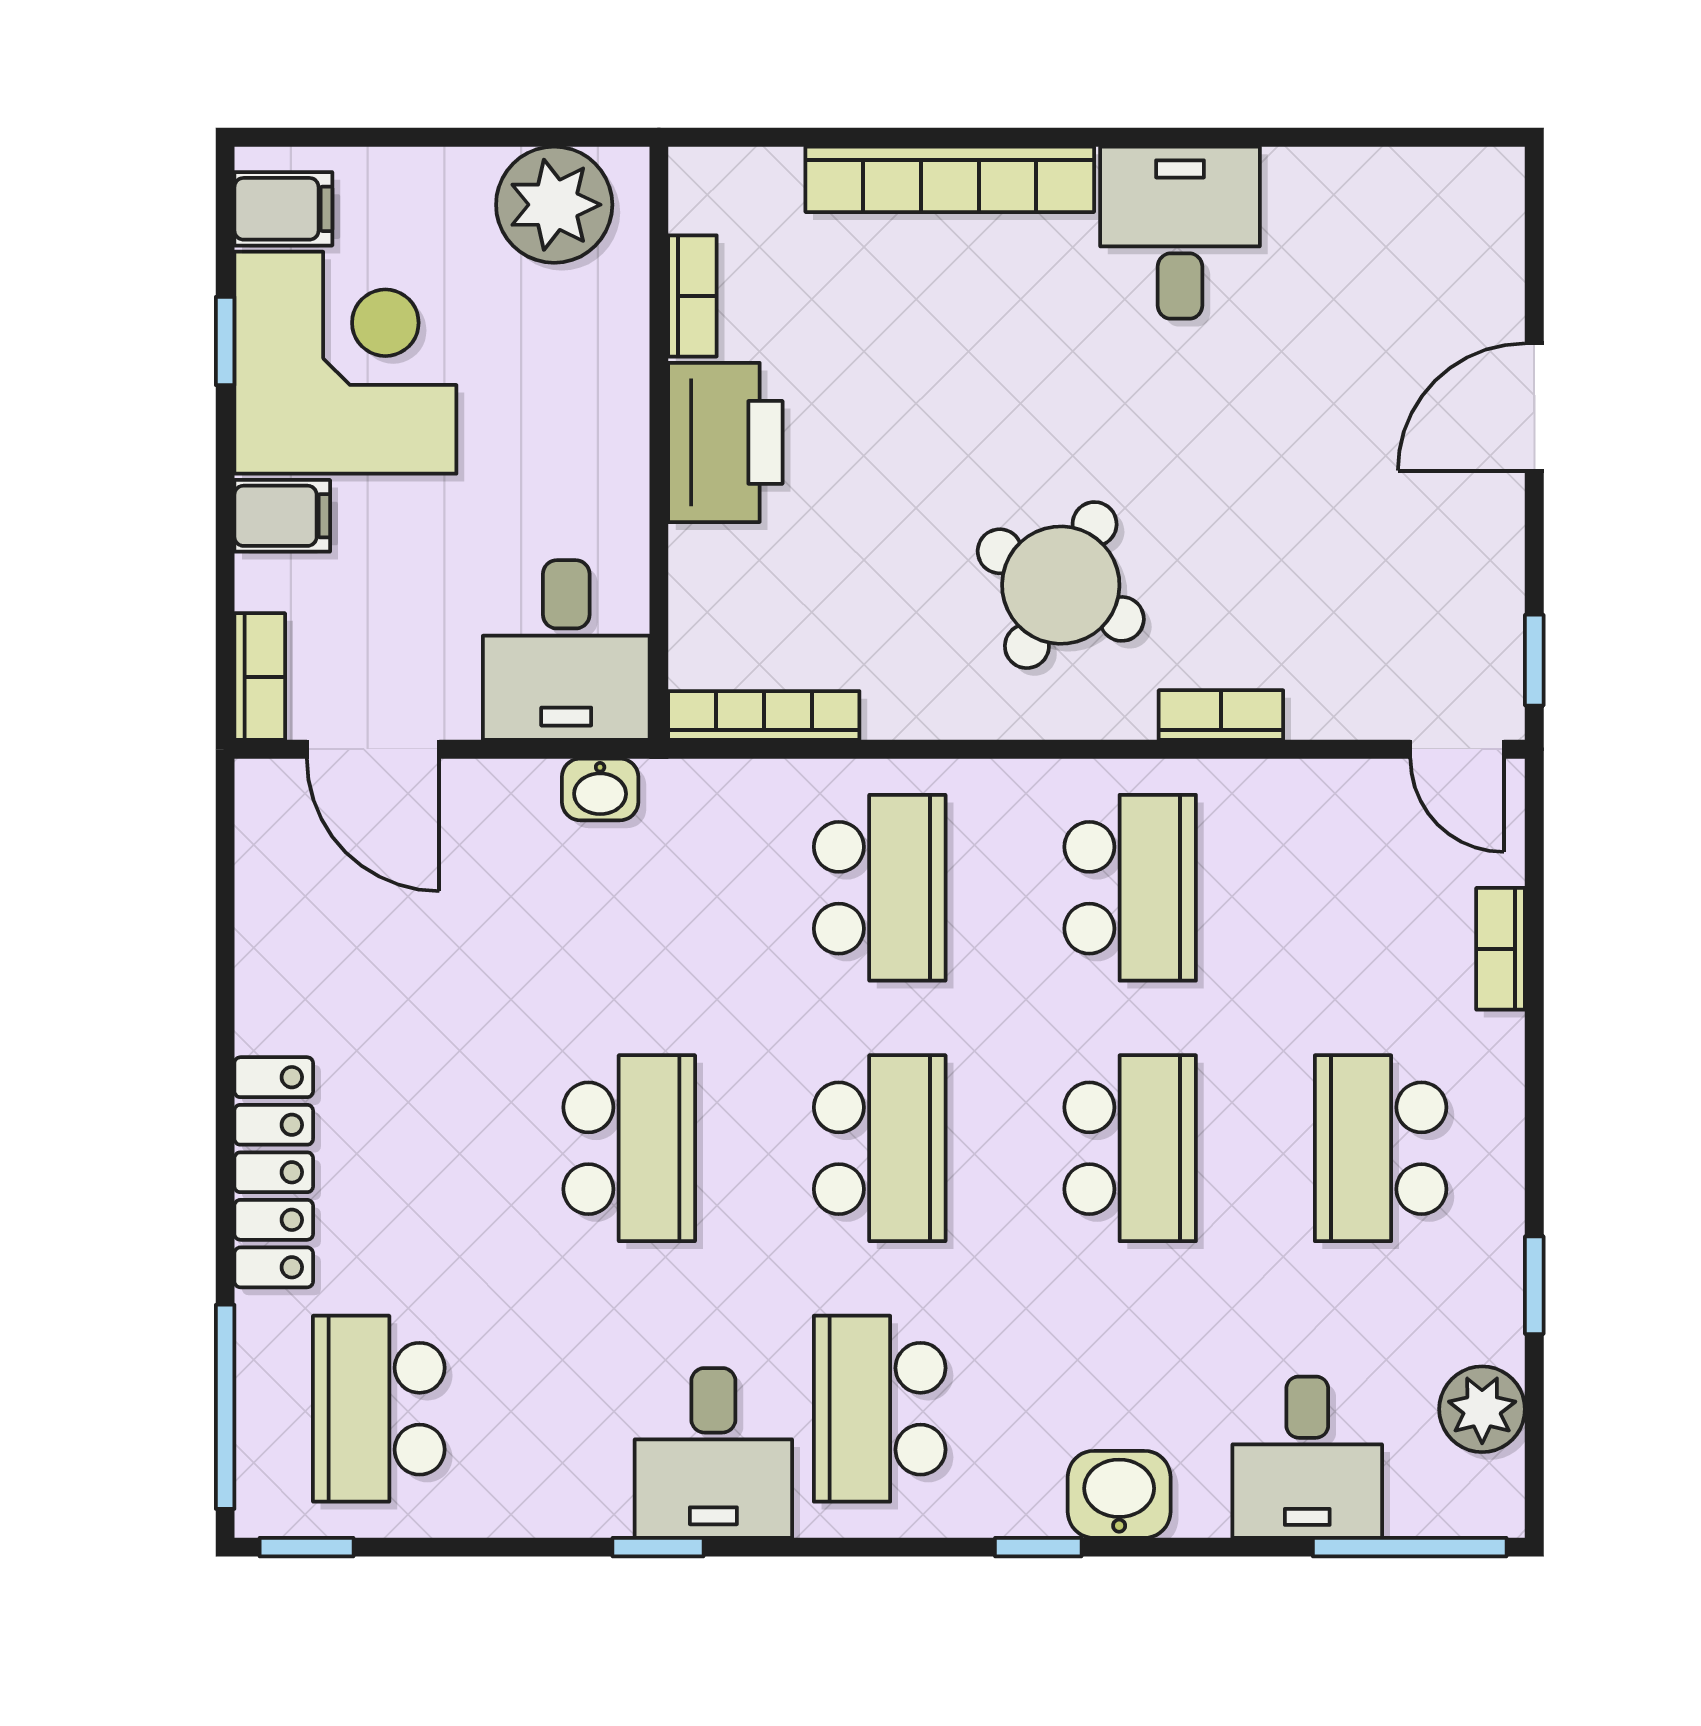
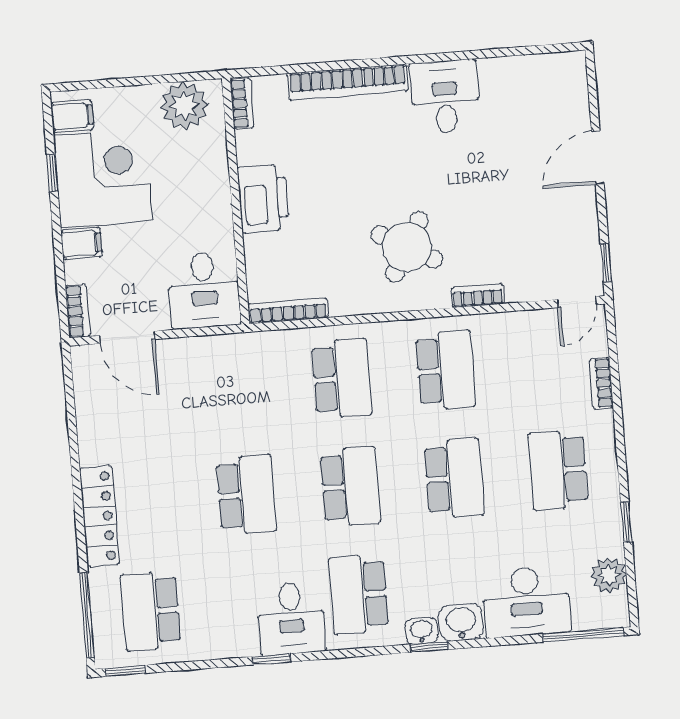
bookcase: (692, 296) -> (242, 103), moved
door: (1457, 749) -> (577, 302), hinge flipped
washbasin: (600, 789) -> (422, 631), moved, turned 180
desk: (1307, 1457) -> (526, 602), width x1.37

